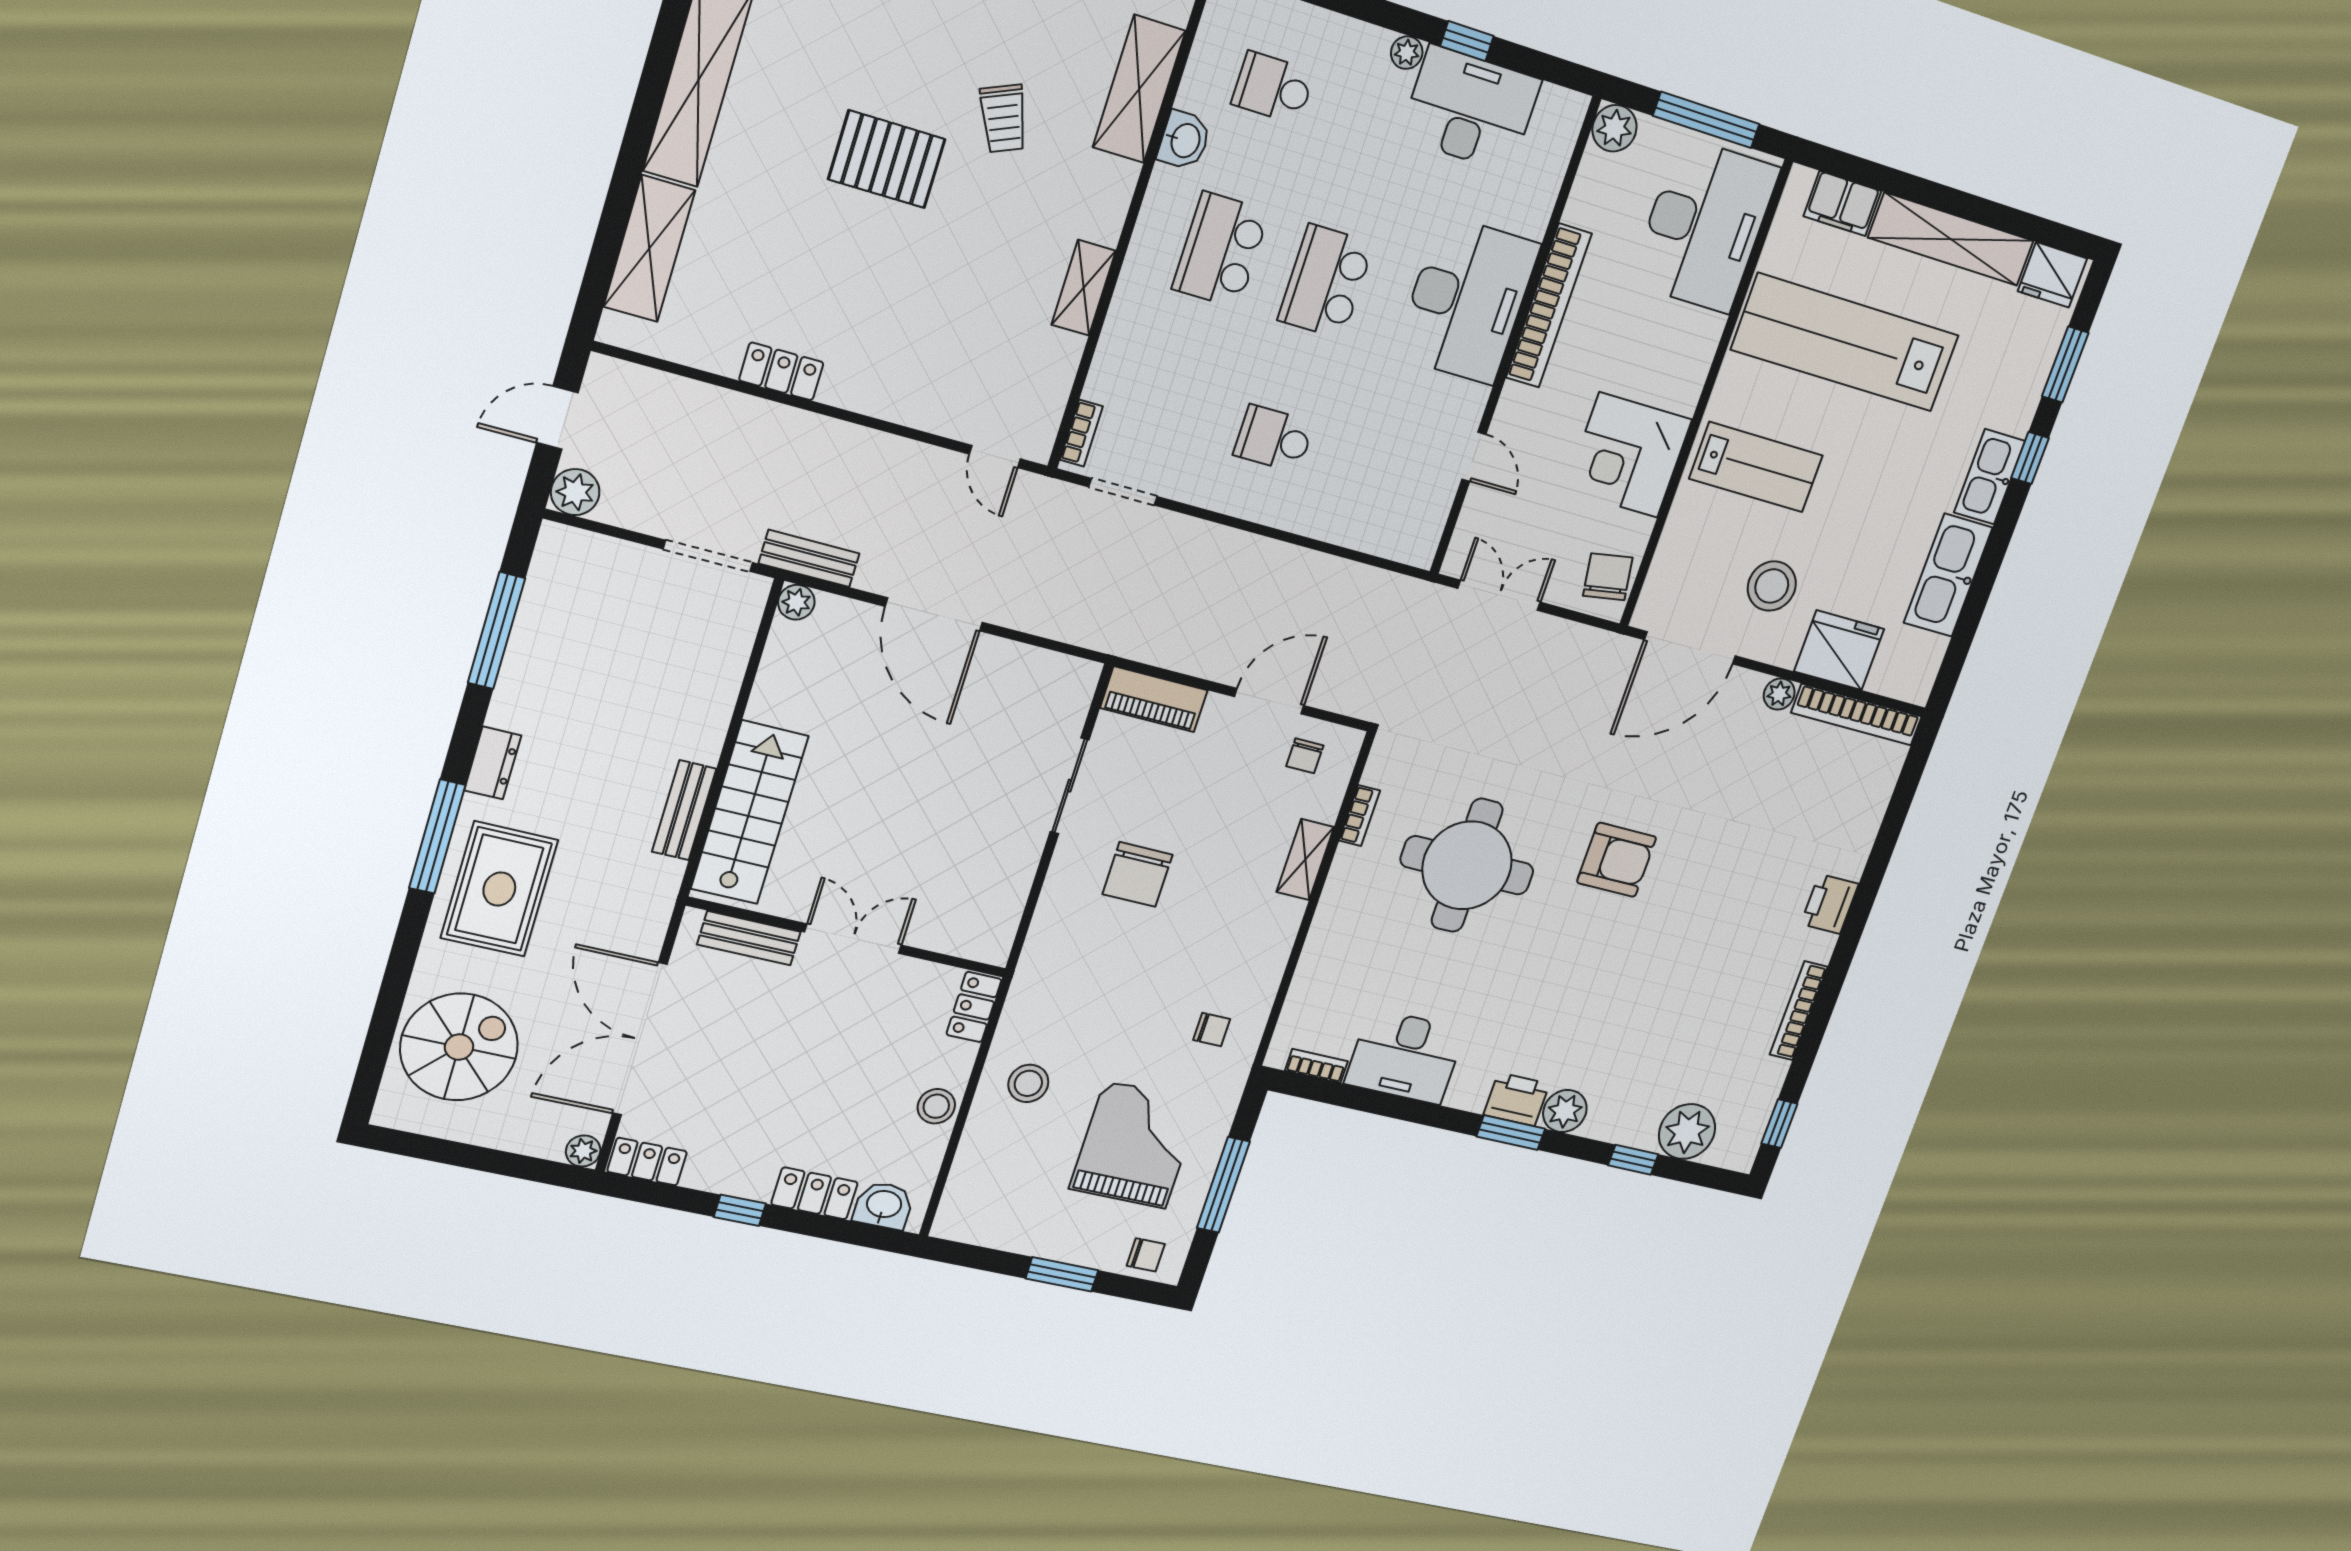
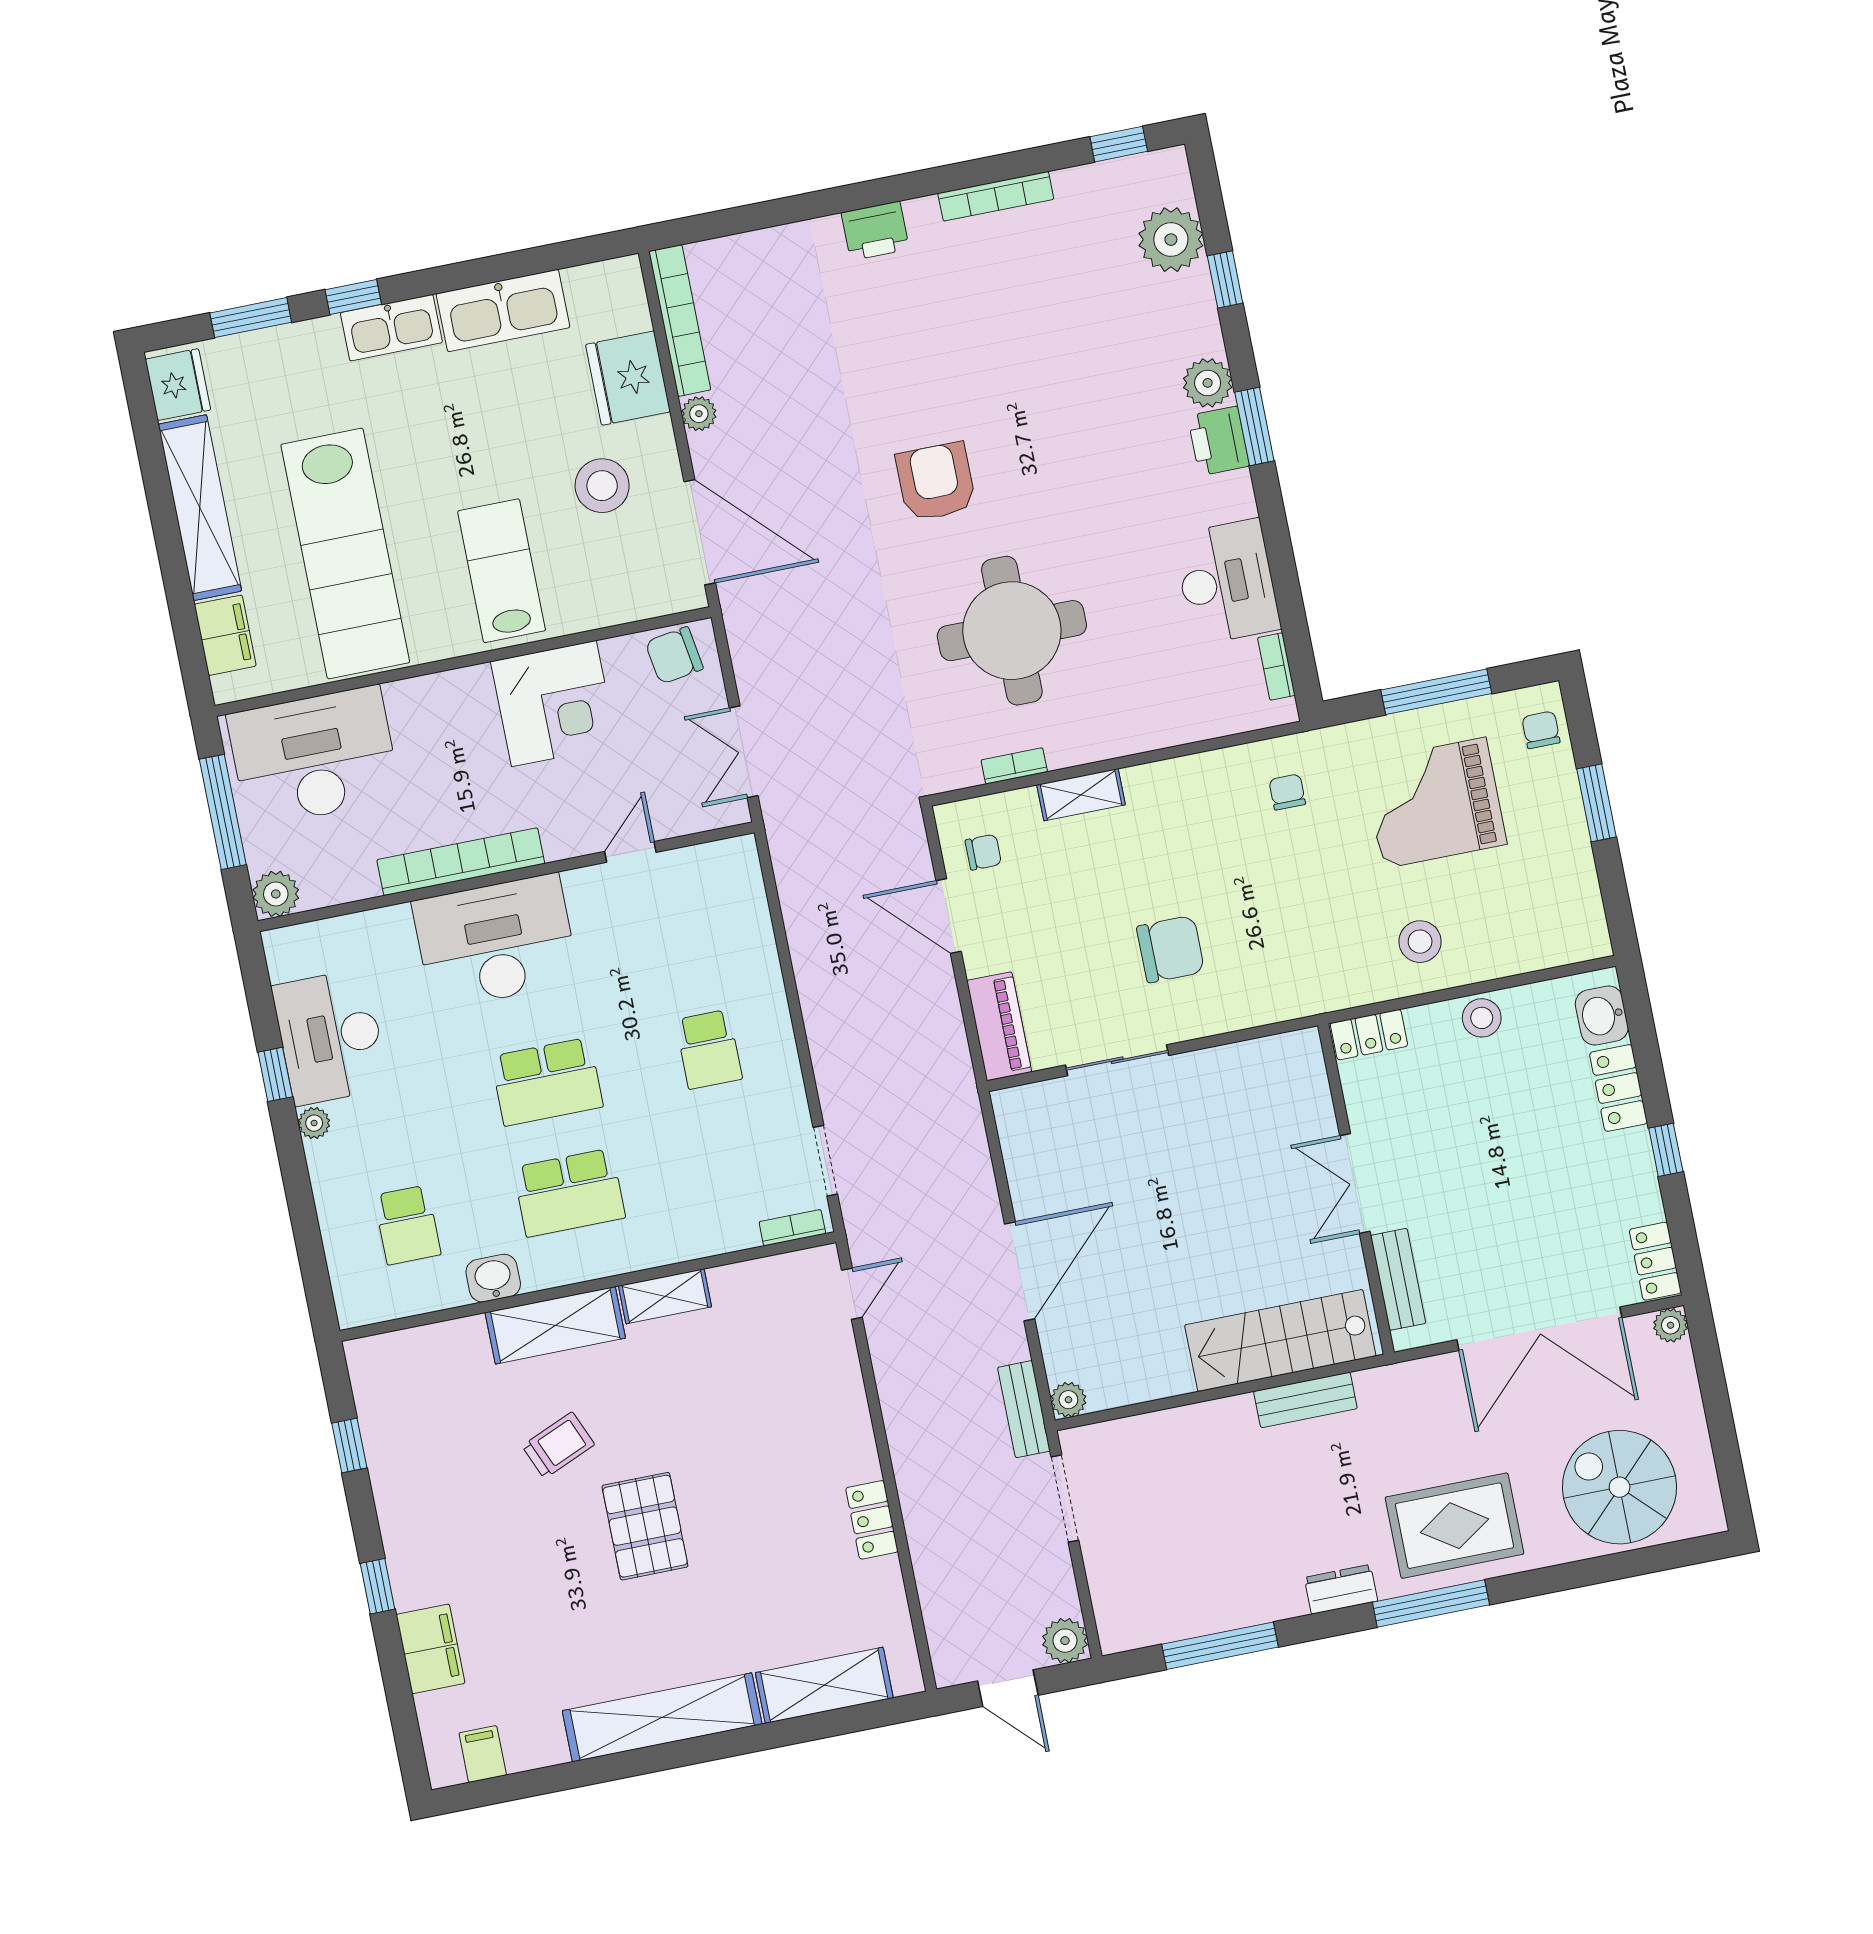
shelving: (1139, 89) -> (555, 1325), moved

